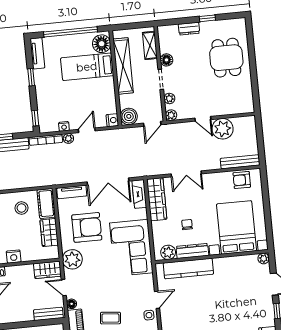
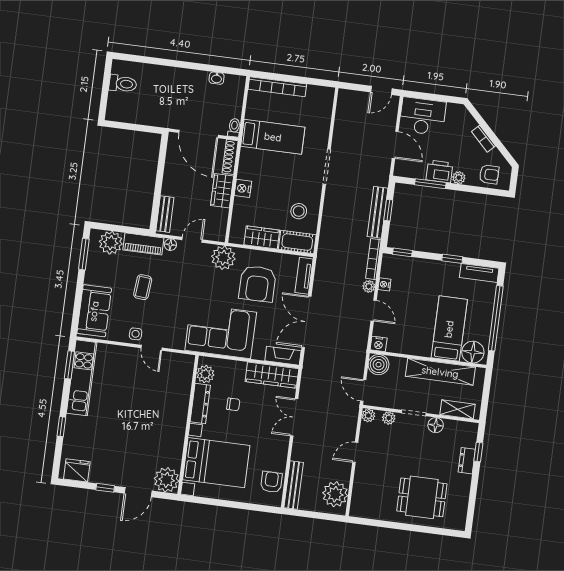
window: (207, 18) -> (478, 452), moved
plant: (223, 129) -> (335, 494), moved
plant: (264, 258) -> (167, 480), width x1.87, depth x1.87
kitchen counter: (188, 269) -> (180, 394), removed
wardrobe: (47, 270) -> (222, 191), moved

